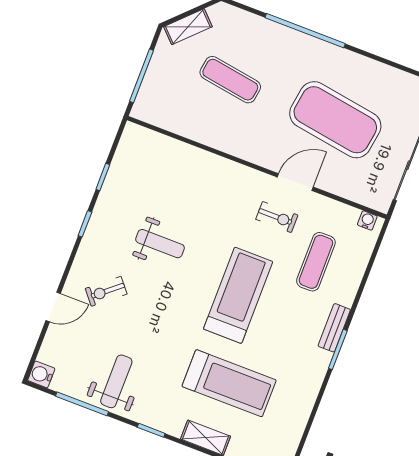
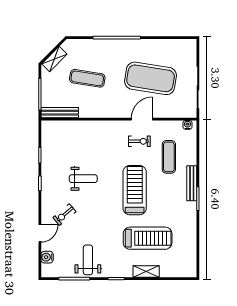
bench: (163, 119) -> (60, 113), added
bench: (334, 328) -> (192, 183), width x1.36
water cooler: (41, 374) -> (47, 257), moved

